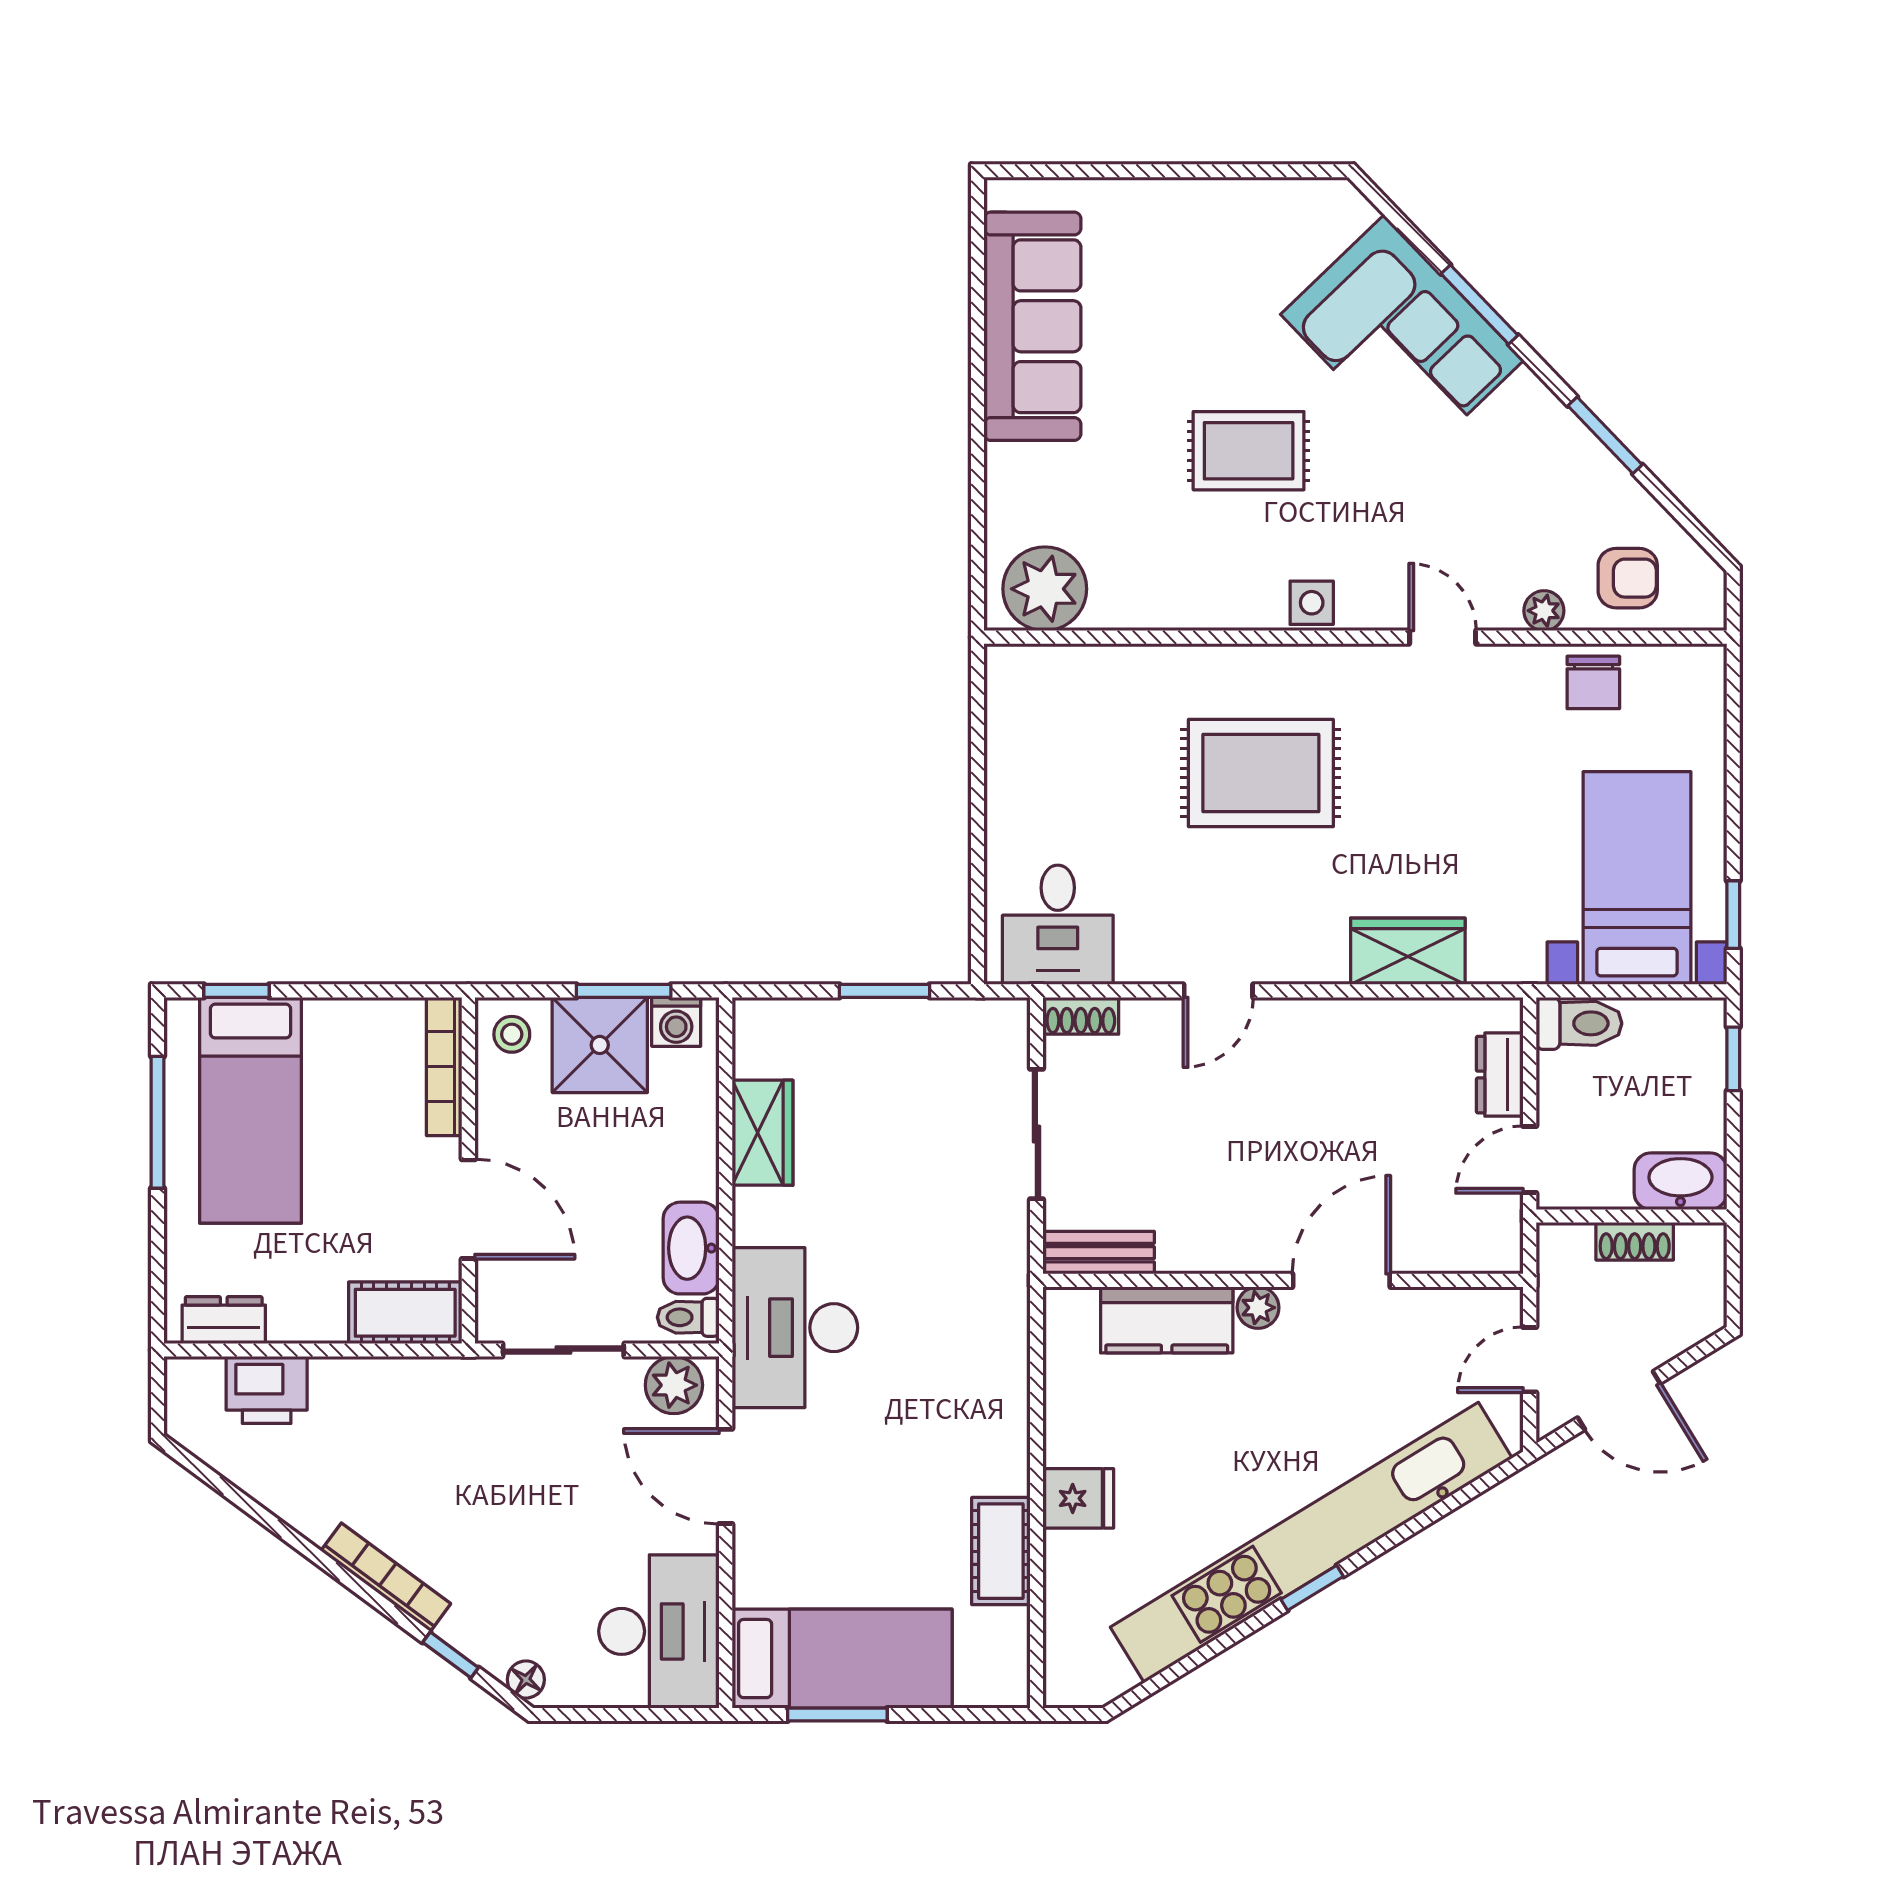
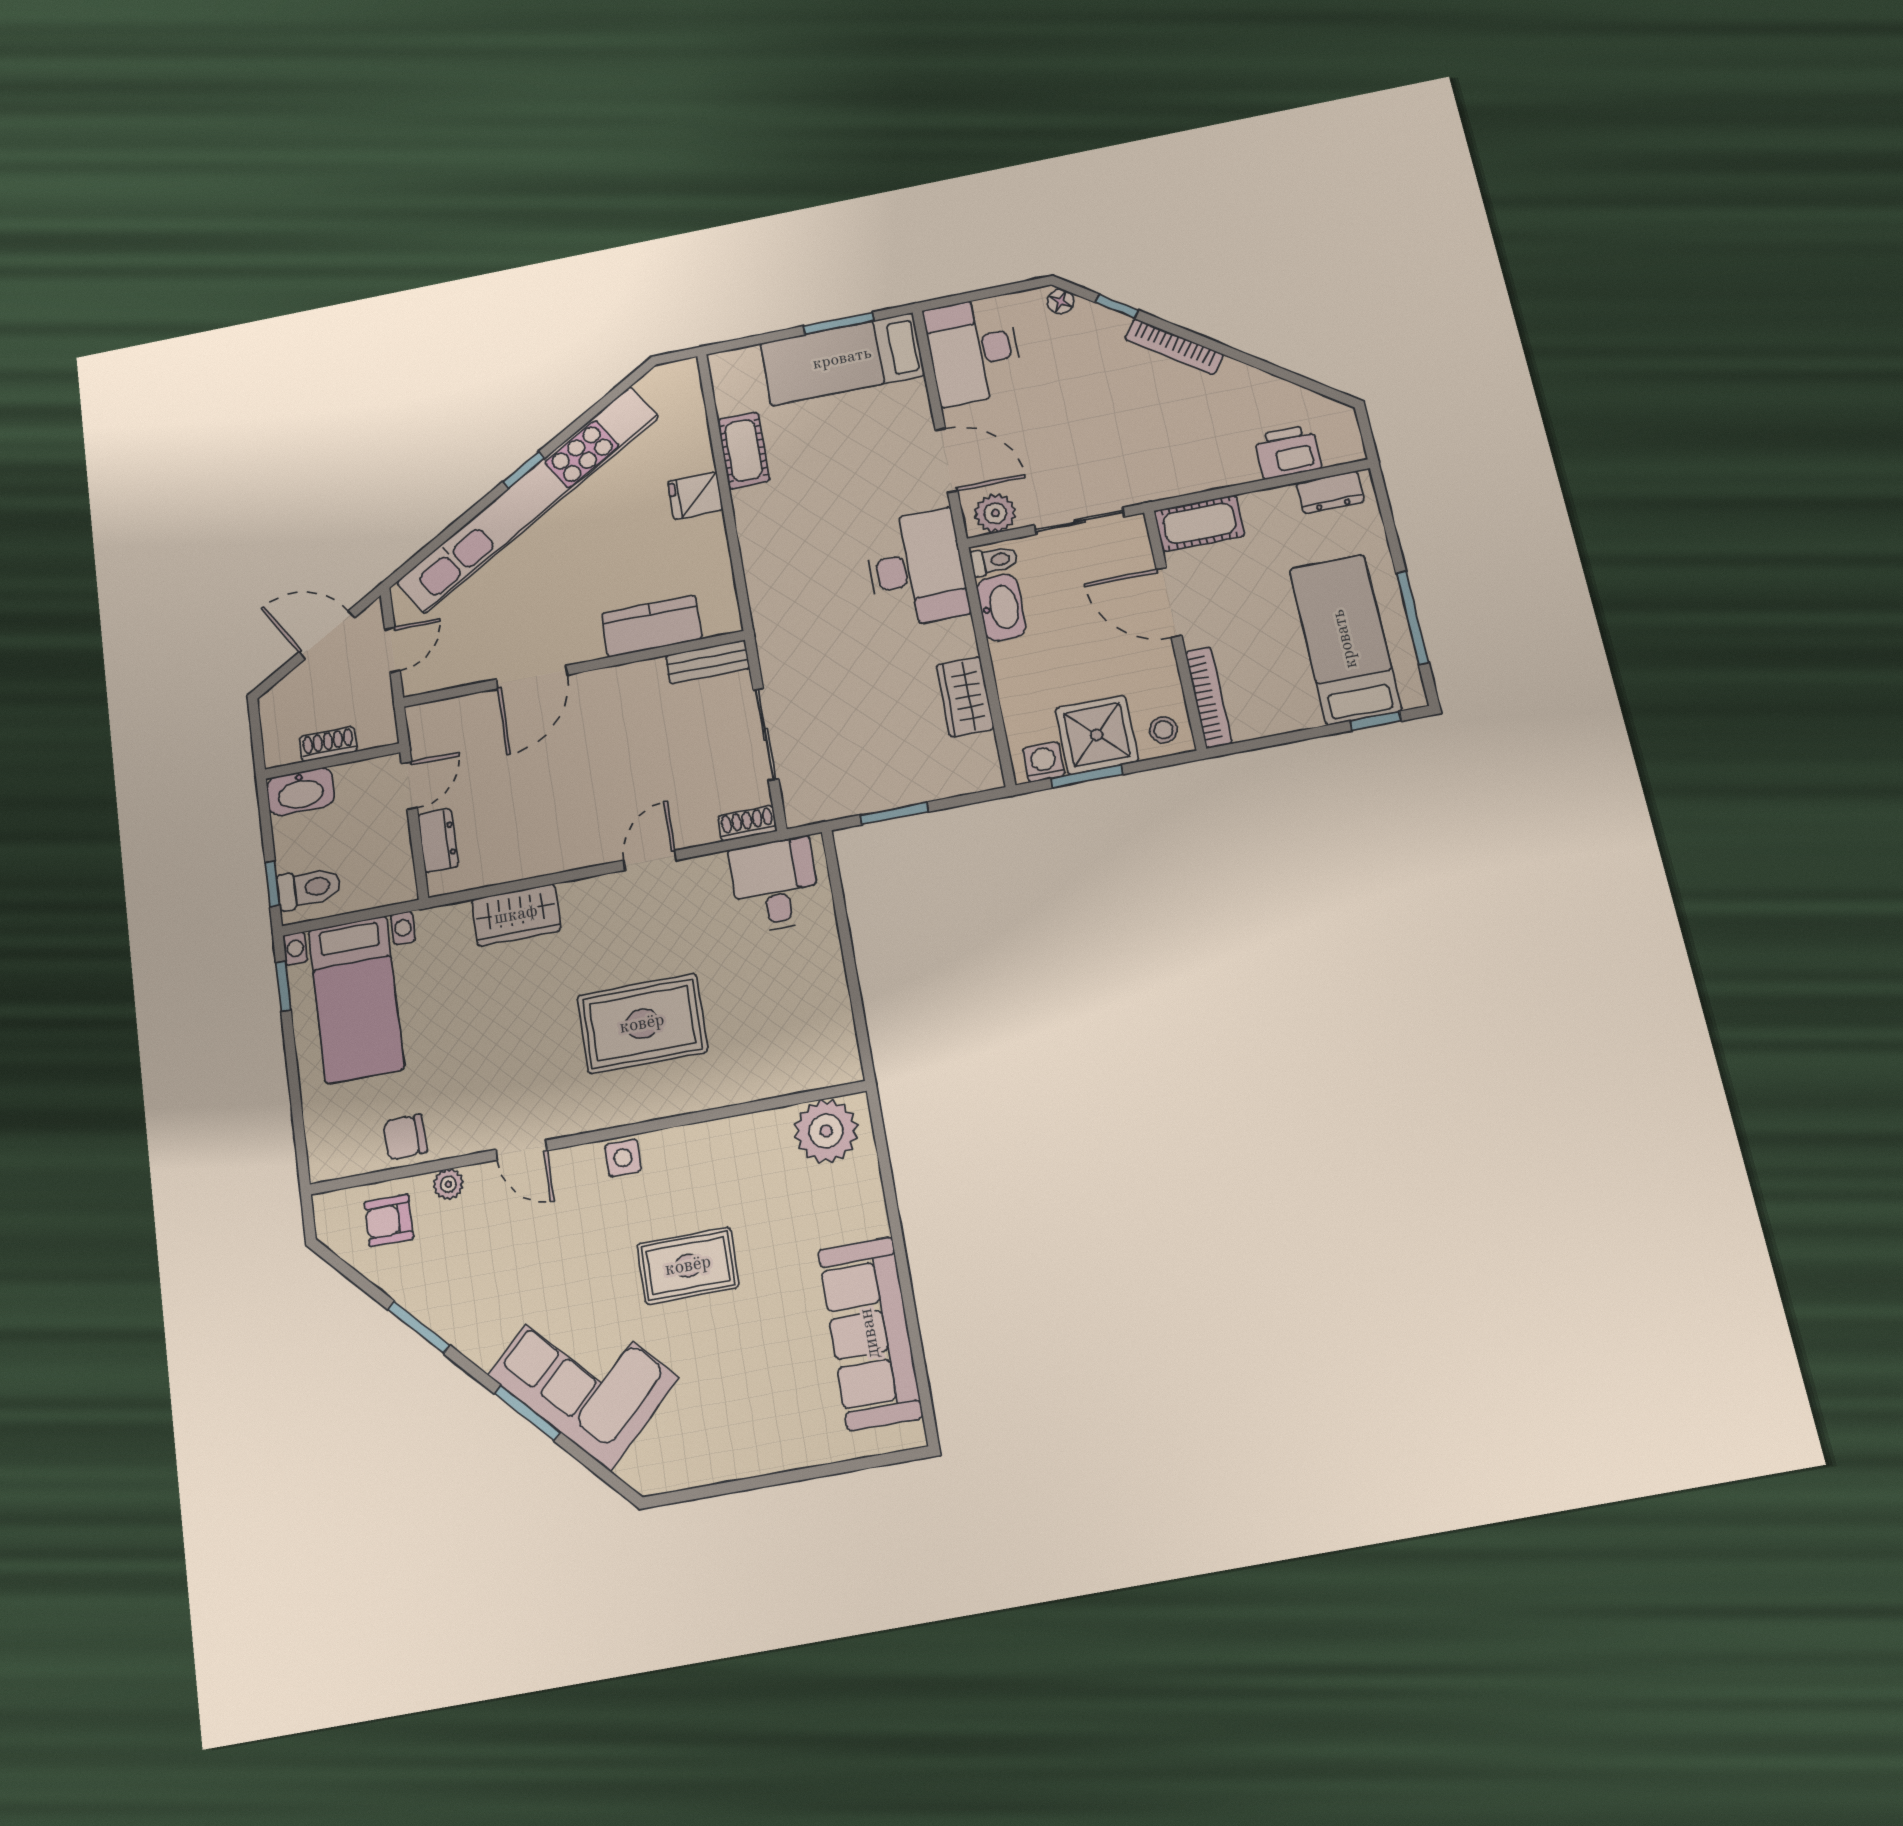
chair: (1593, 682) -> (405, 1137), turned -92
toilet: (1579, 1023) -> (309, 888), moved, turned 180
plant: (1258, 1308) -> (588, 647), removed

